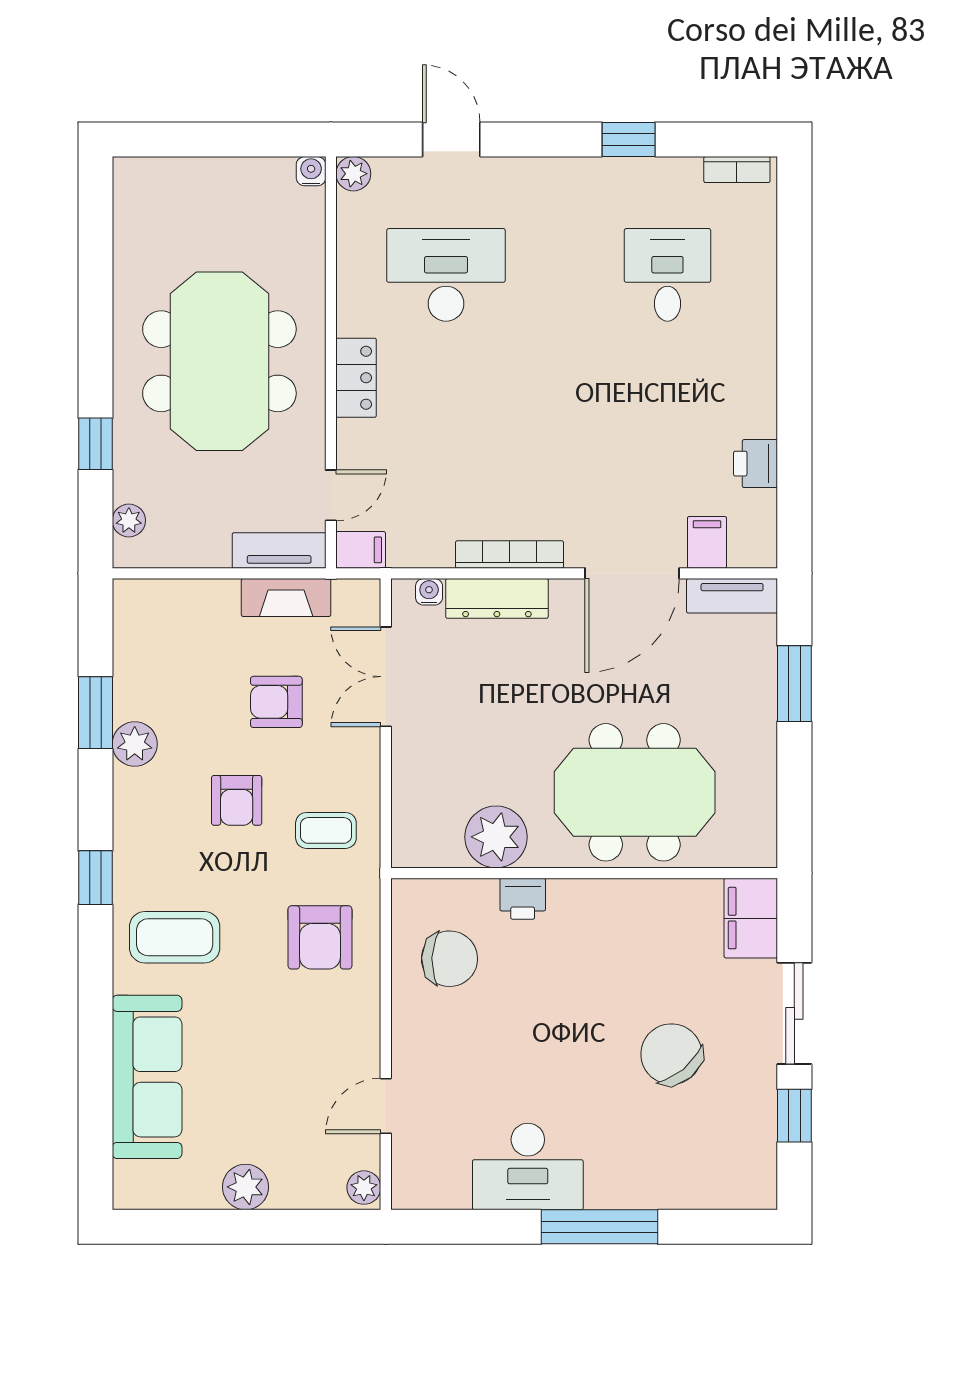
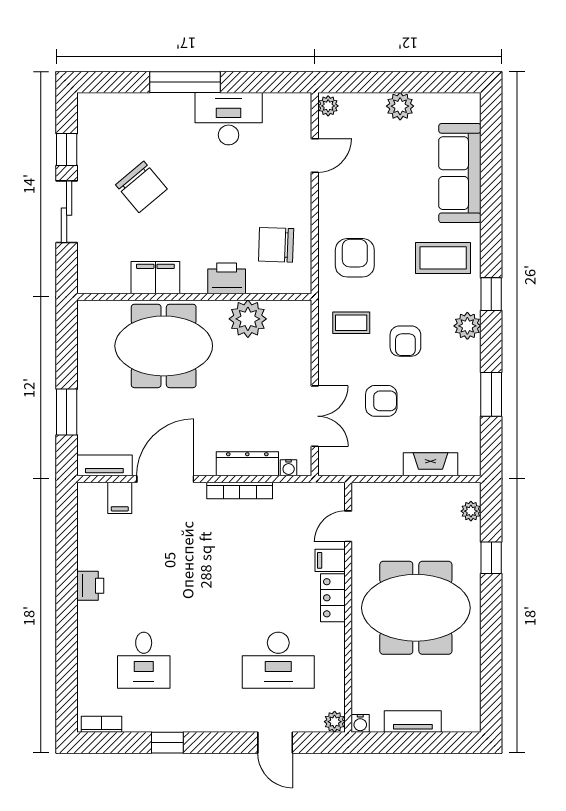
meeting table: (219, 361) -> (416, 608), turned 90
printer: (756, 464) -> (90, 586), moved
tv unit: (279, 550) -> (413, 721), moved, turned 180
filing cabinet: (361, 550) -> (330, 560), moved
fireplace: (286, 598) -> (431, 464), moved
plant: (135, 744) -> (467, 326), moved
armchair: (237, 800) -> (405, 341), turned 180
printer: (523, 899) -> (227, 278), width x1.36, depth x1.24
filing cabinet: (751, 918) -> (155, 278), moved, turned -90

